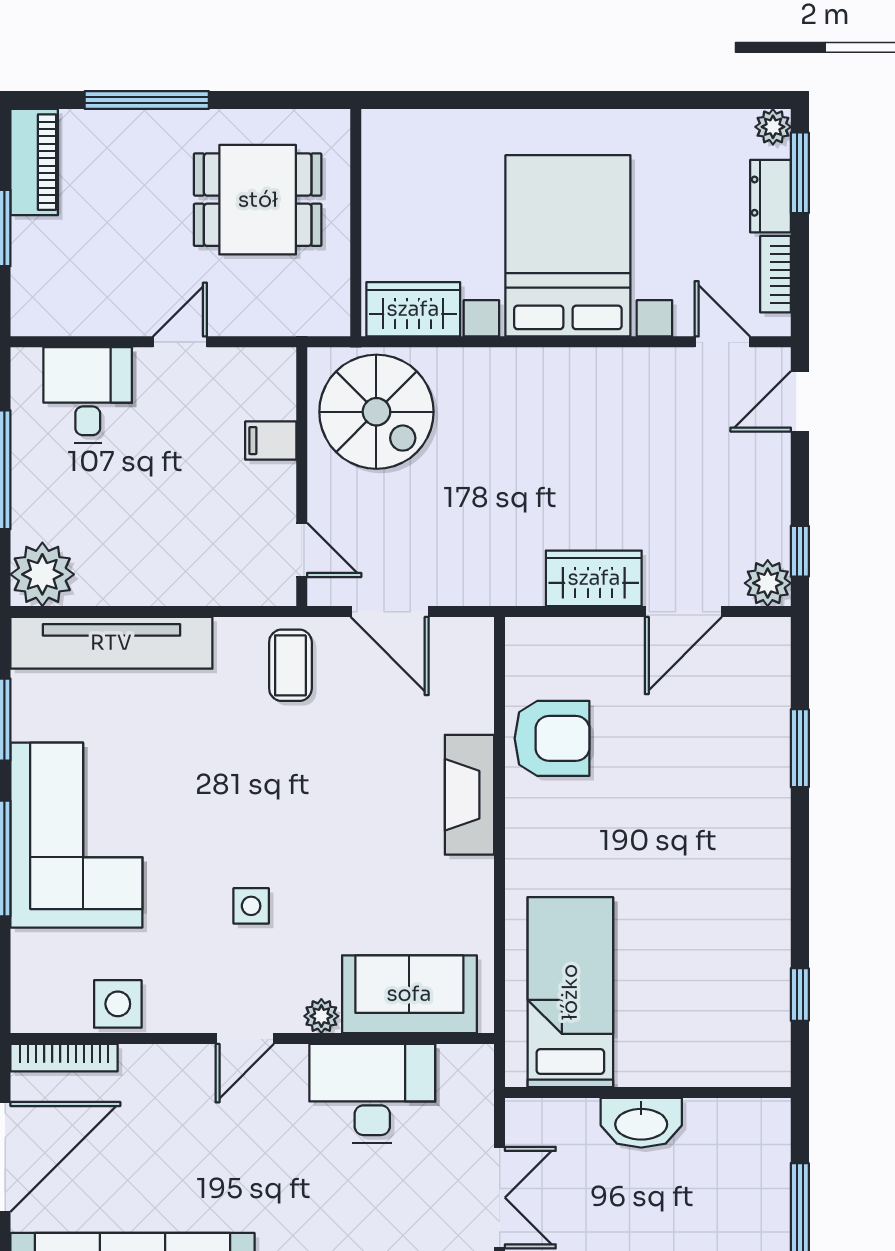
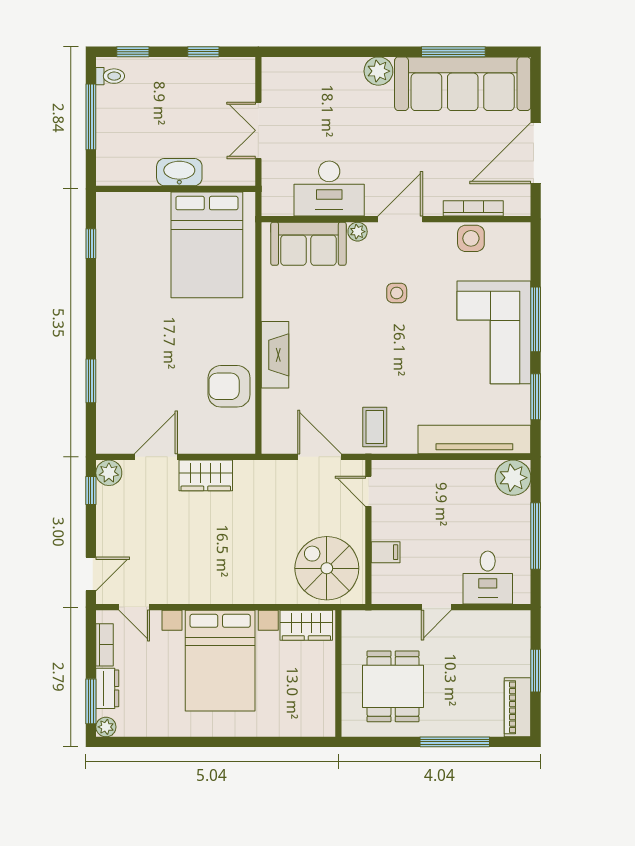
dining table: (258, 200) -> (393, 686), turned 90
bed: (570, 992) -> (207, 245), width x1.50
door: (245, 1039) -> (400, 219), width x1.38
bookcase: (64, 1058) -> (473, 208), moved

